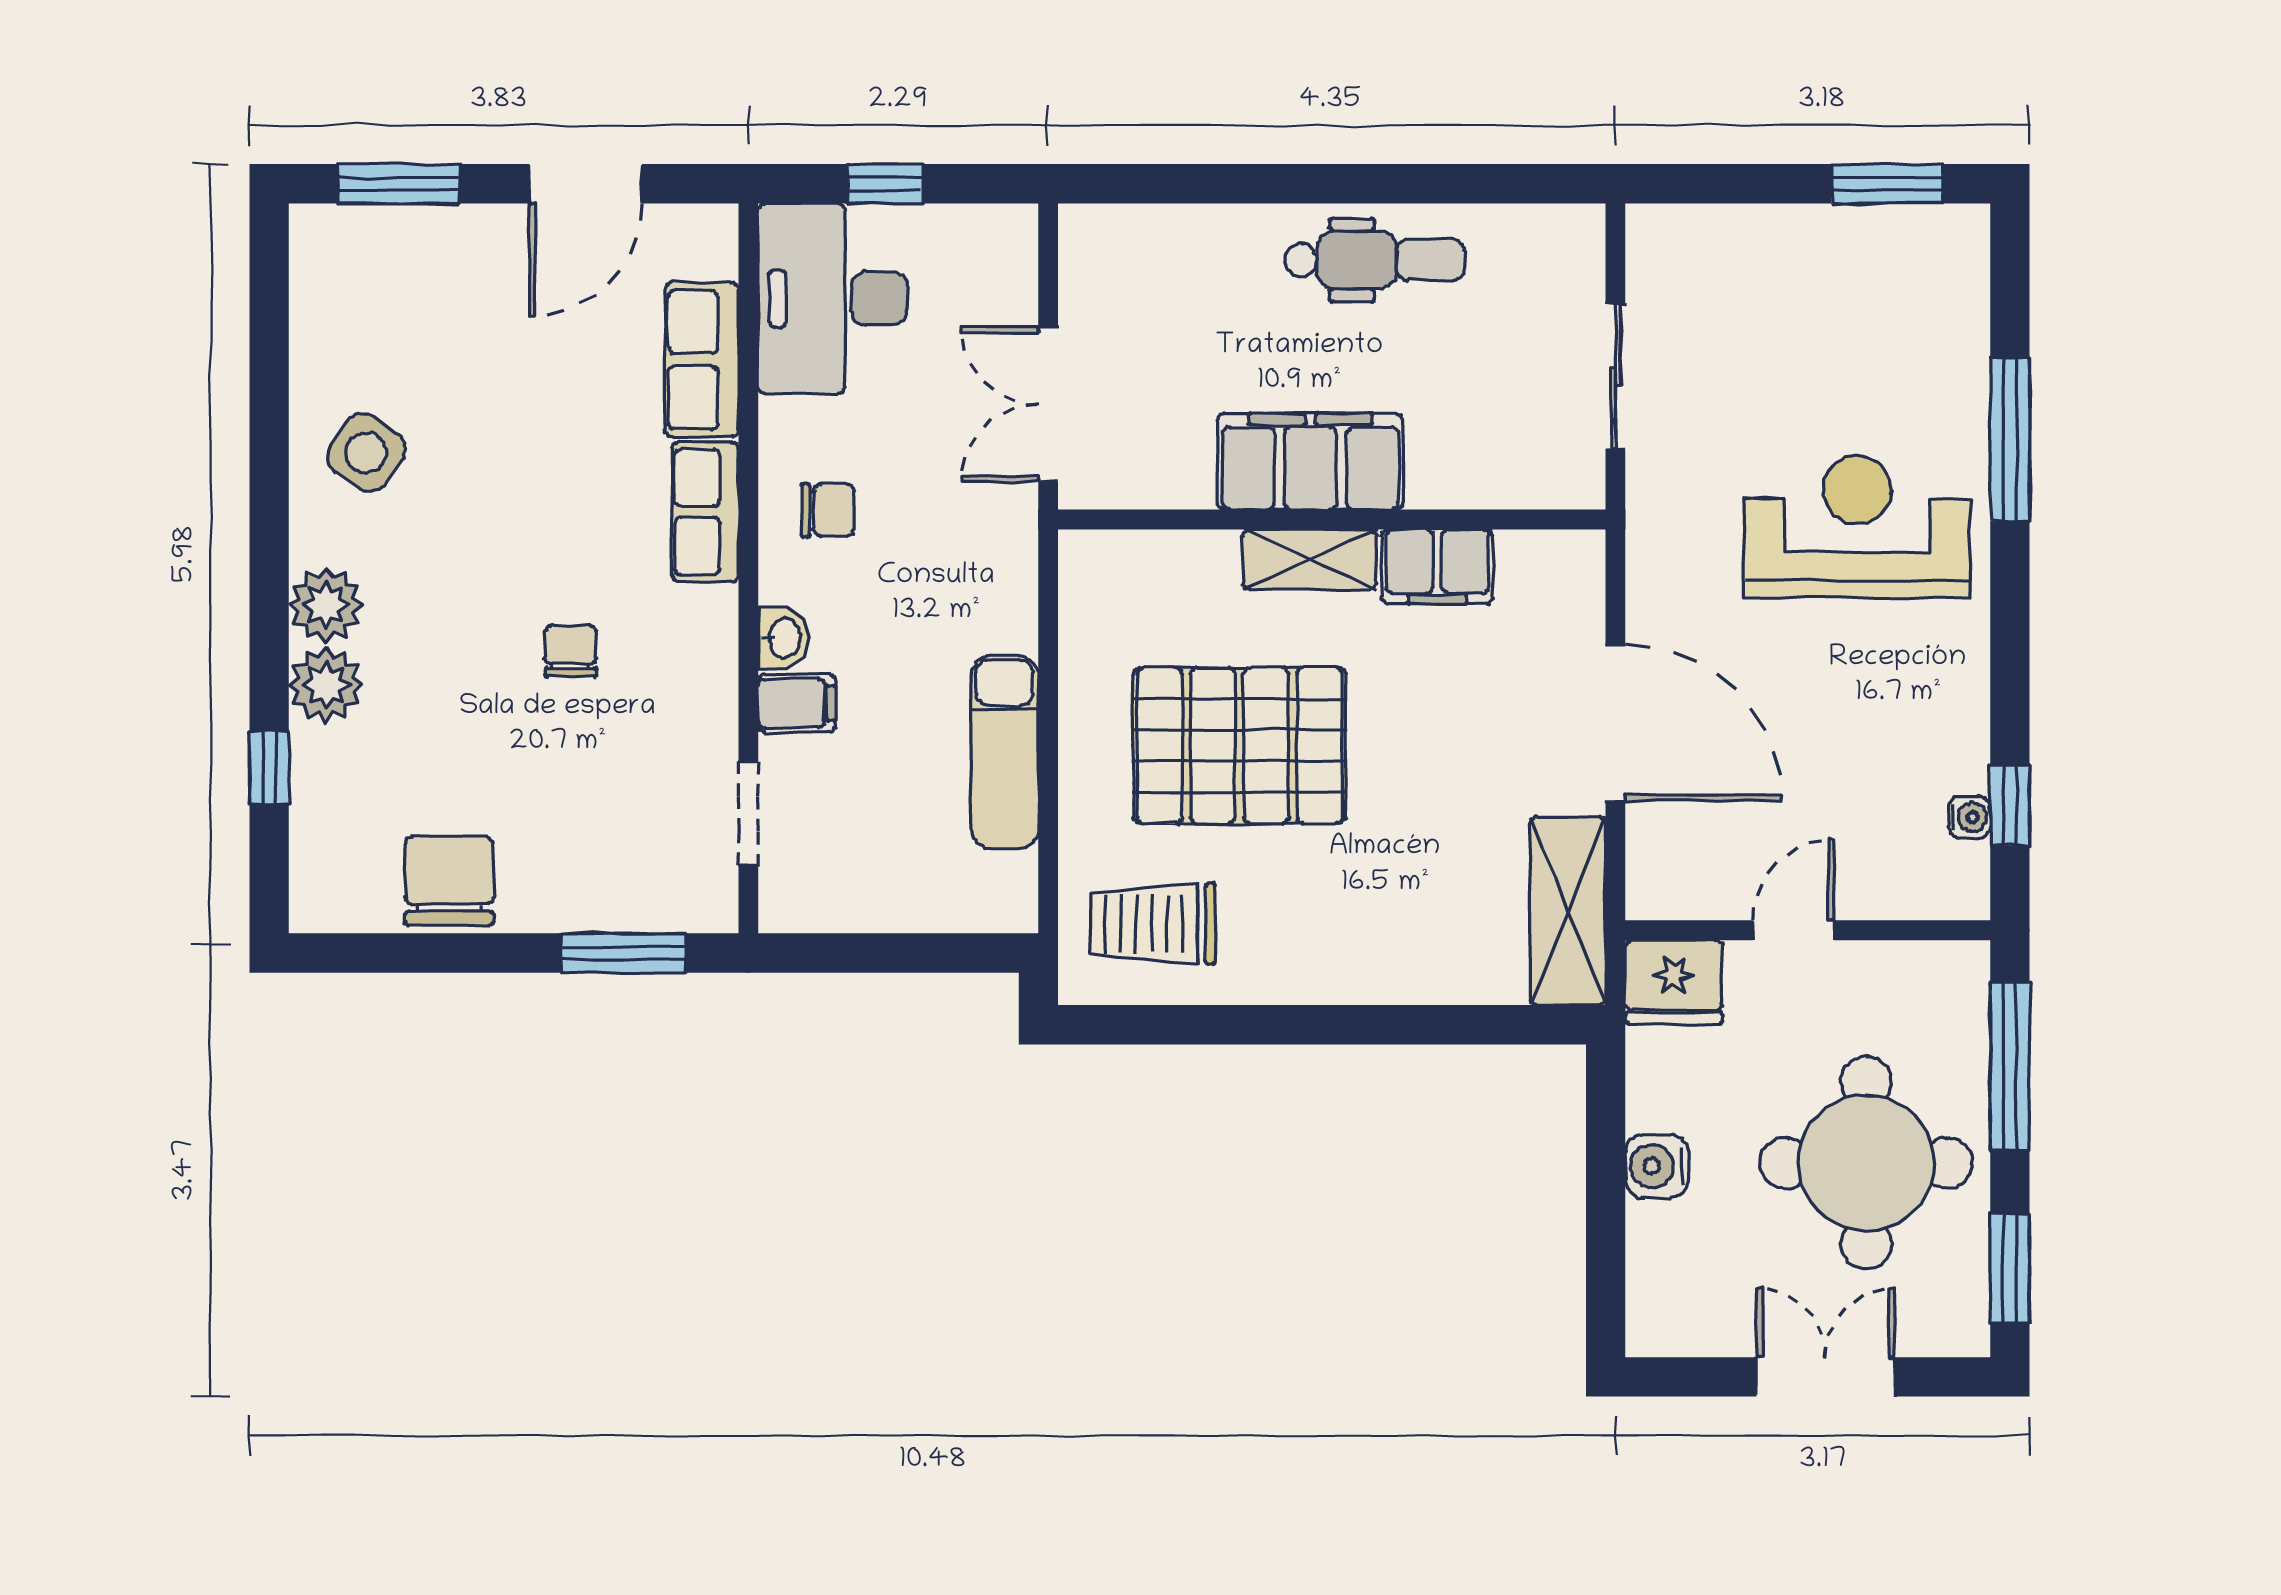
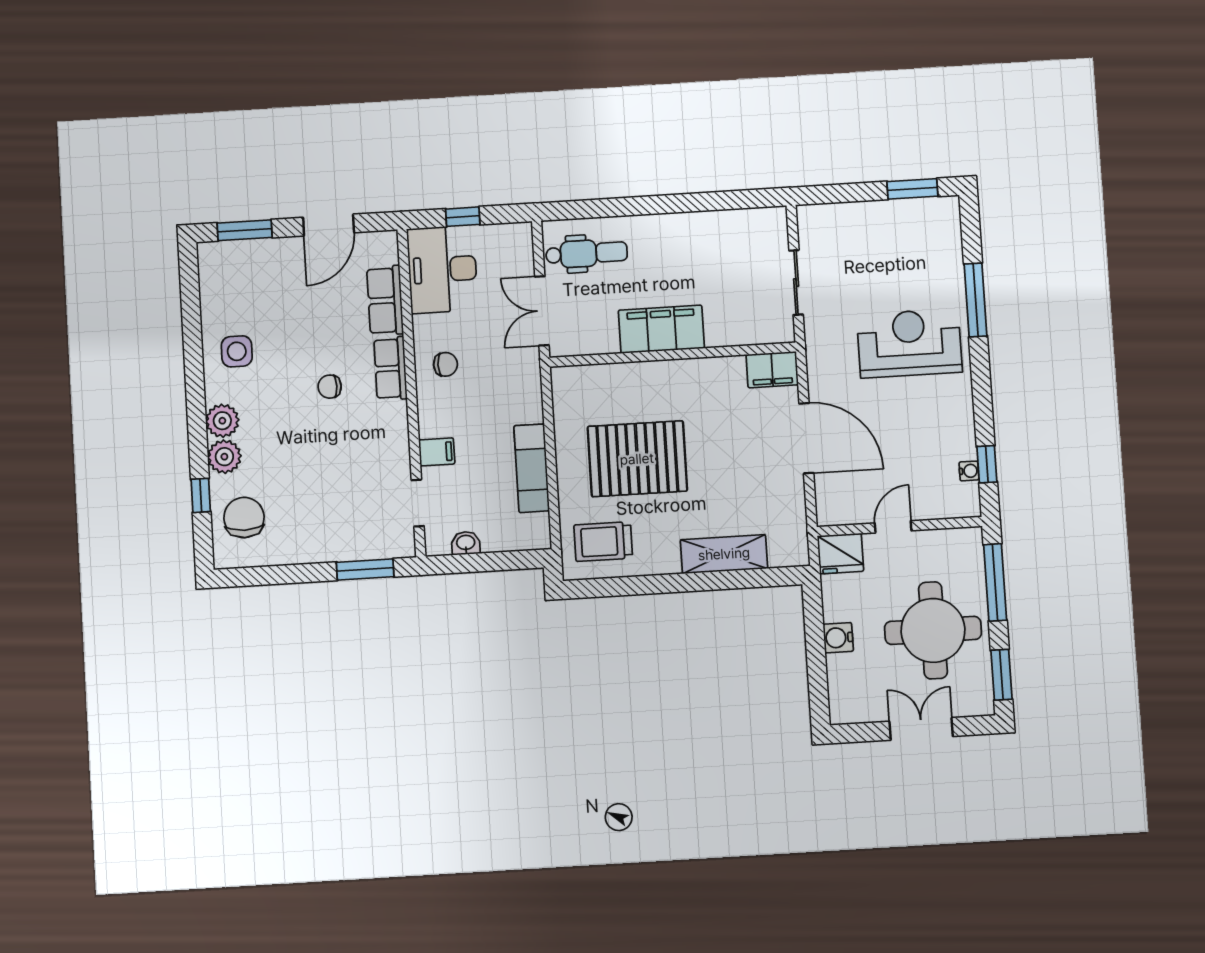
dental chair: (1375, 260) -> (587, 253), moved
side table: (366, 453) -> (237, 351), turned -34
shelving: (1310, 559) -> (664, 373), removed
filing cabinet: (1437, 567) -> (772, 370), moved
washbasin: (783, 638) -> (466, 543), moved, turned -90
chair: (571, 651) -> (330, 387), moved, turned -90
chair: (449, 881) -> (244, 517), moved
shelving: (1568, 911) -> (724, 554), moved, turned 90

